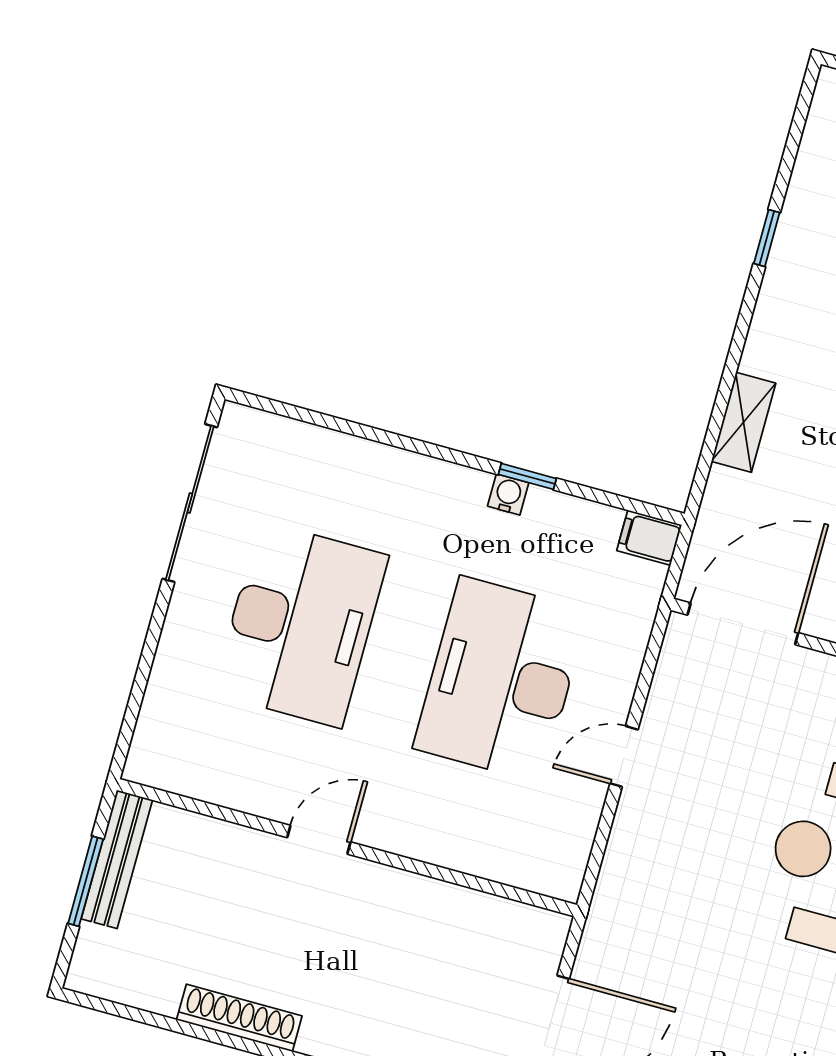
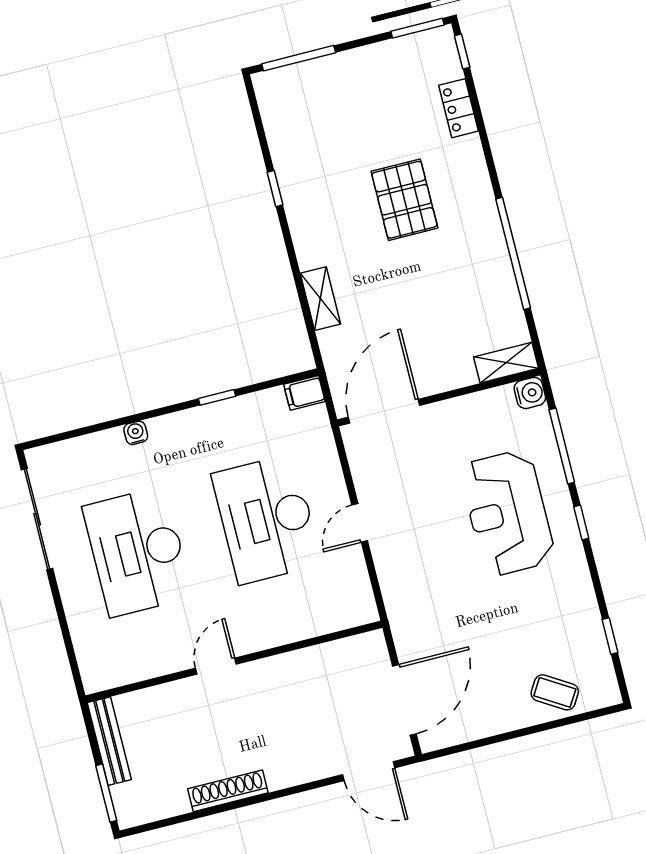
water cooler: (508, 494) -> (136, 433), moved
desk: (301, 624) -> (137, 552), turned 180
window: (86, 881) -> (106, 793), moved

